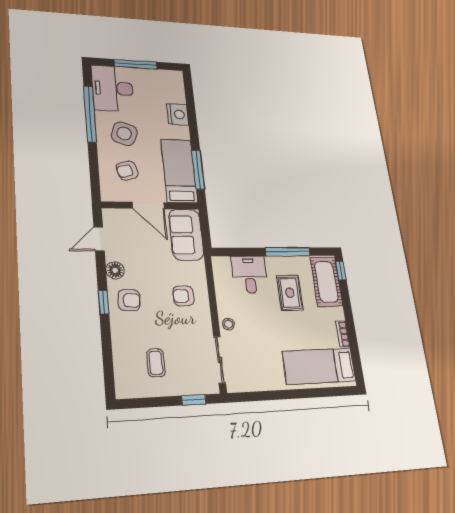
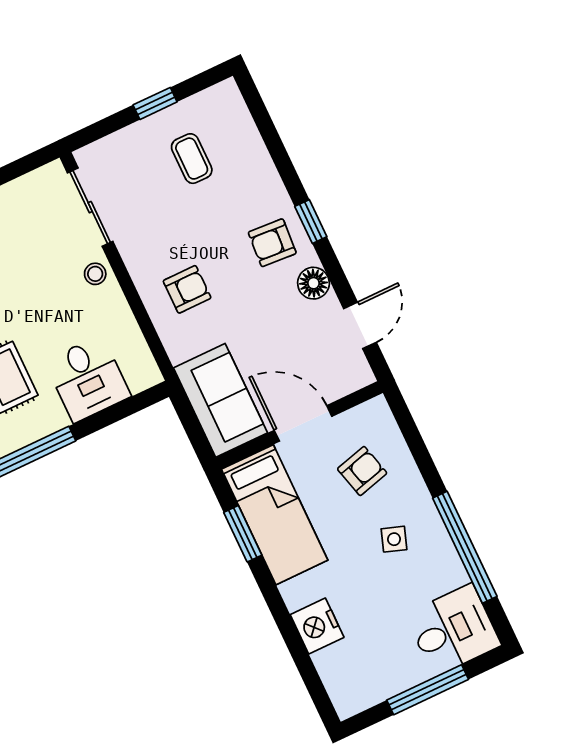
desk: (113, 88) -> (453, 630), width x0.73
side table: (124, 134) -> (394, 539), width x0.54, depth x0.54
window: (198, 170) -> (243, 534), width x0.69
window: (194, 400) -> (155, 103), moved

